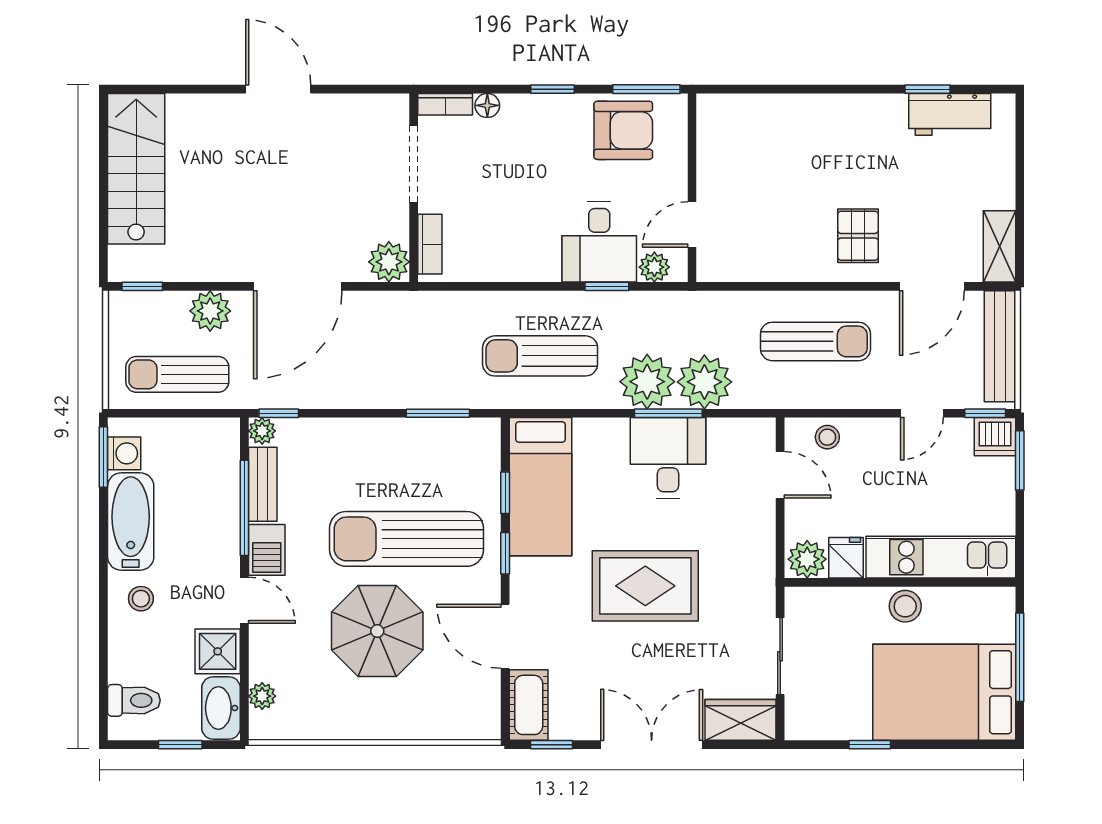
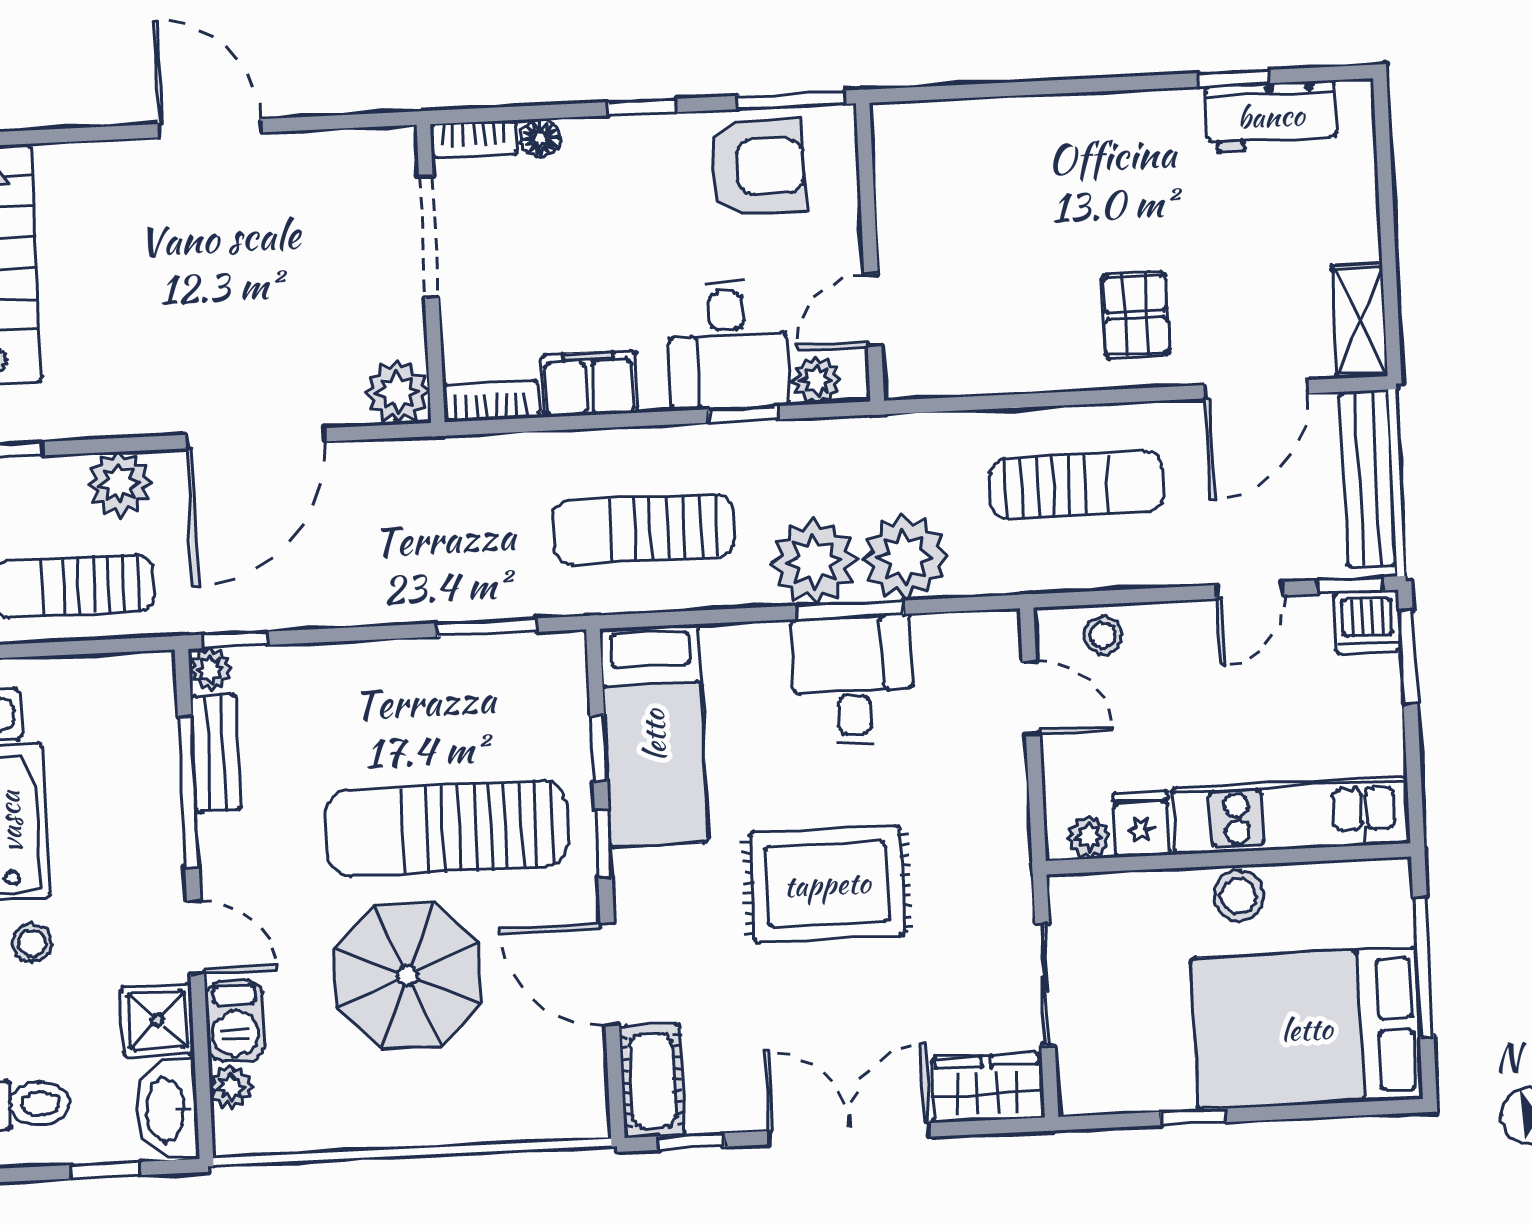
bookcase: (430, 244) -> (491, 401), moved, turned -90
filing cabinet: (510, 262) -> (589, 384), added
barbecue: (267, 550) -> (235, 1021), moved
plant: (807, 559) -> (1089, 837), width x0.73, depth x0.73

